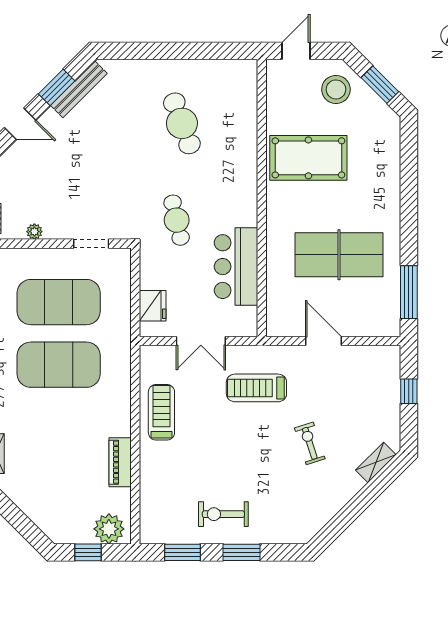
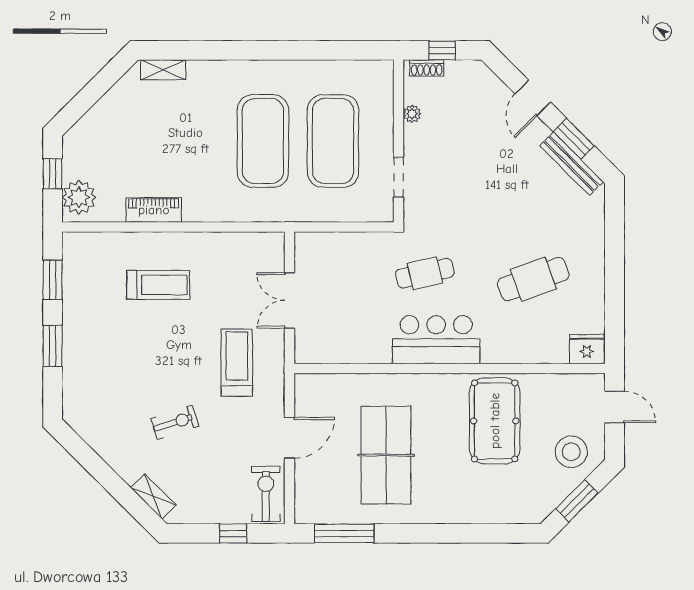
bar counter: (236, 267) -> (436, 340), moved
fridge: (153, 306) -> (587, 349), moved, turned 180
treadmill: (161, 412) -> (158, 285), moved
exercise bike: (223, 514) -> (266, 494), moved

